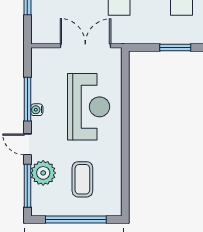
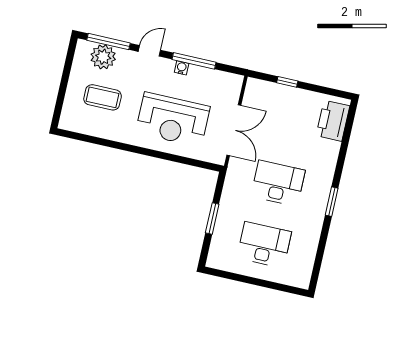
plant: (43, 173) -> (103, 57), moved
window: (76, 220) -> (64, 82), removed

